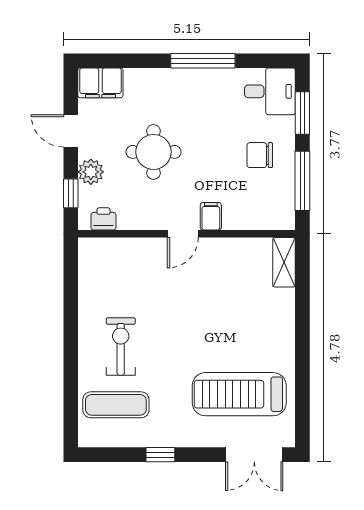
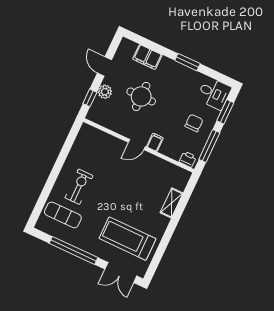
window: (203, 61) -> (187, 62), width x0.69
filing cabinet: (100, 83) -> (147, 57), moved
chair: (260, 155) -> (194, 123), turned 90
printer: (104, 219) -> (188, 159), moved
shelving: (284, 262) -> (172, 203), moved
window: (160, 455) -> (74, 250), width x3.17

